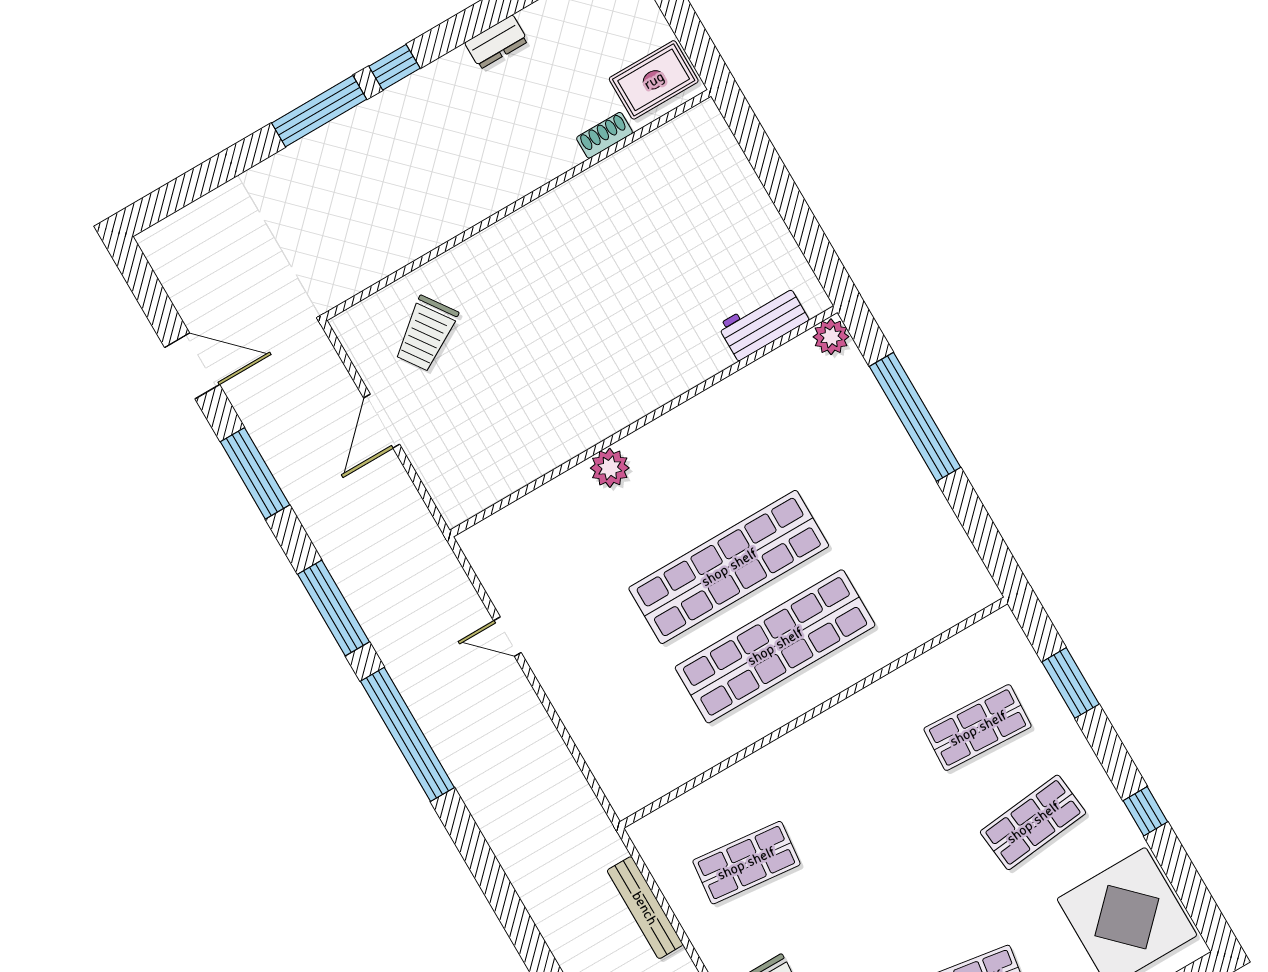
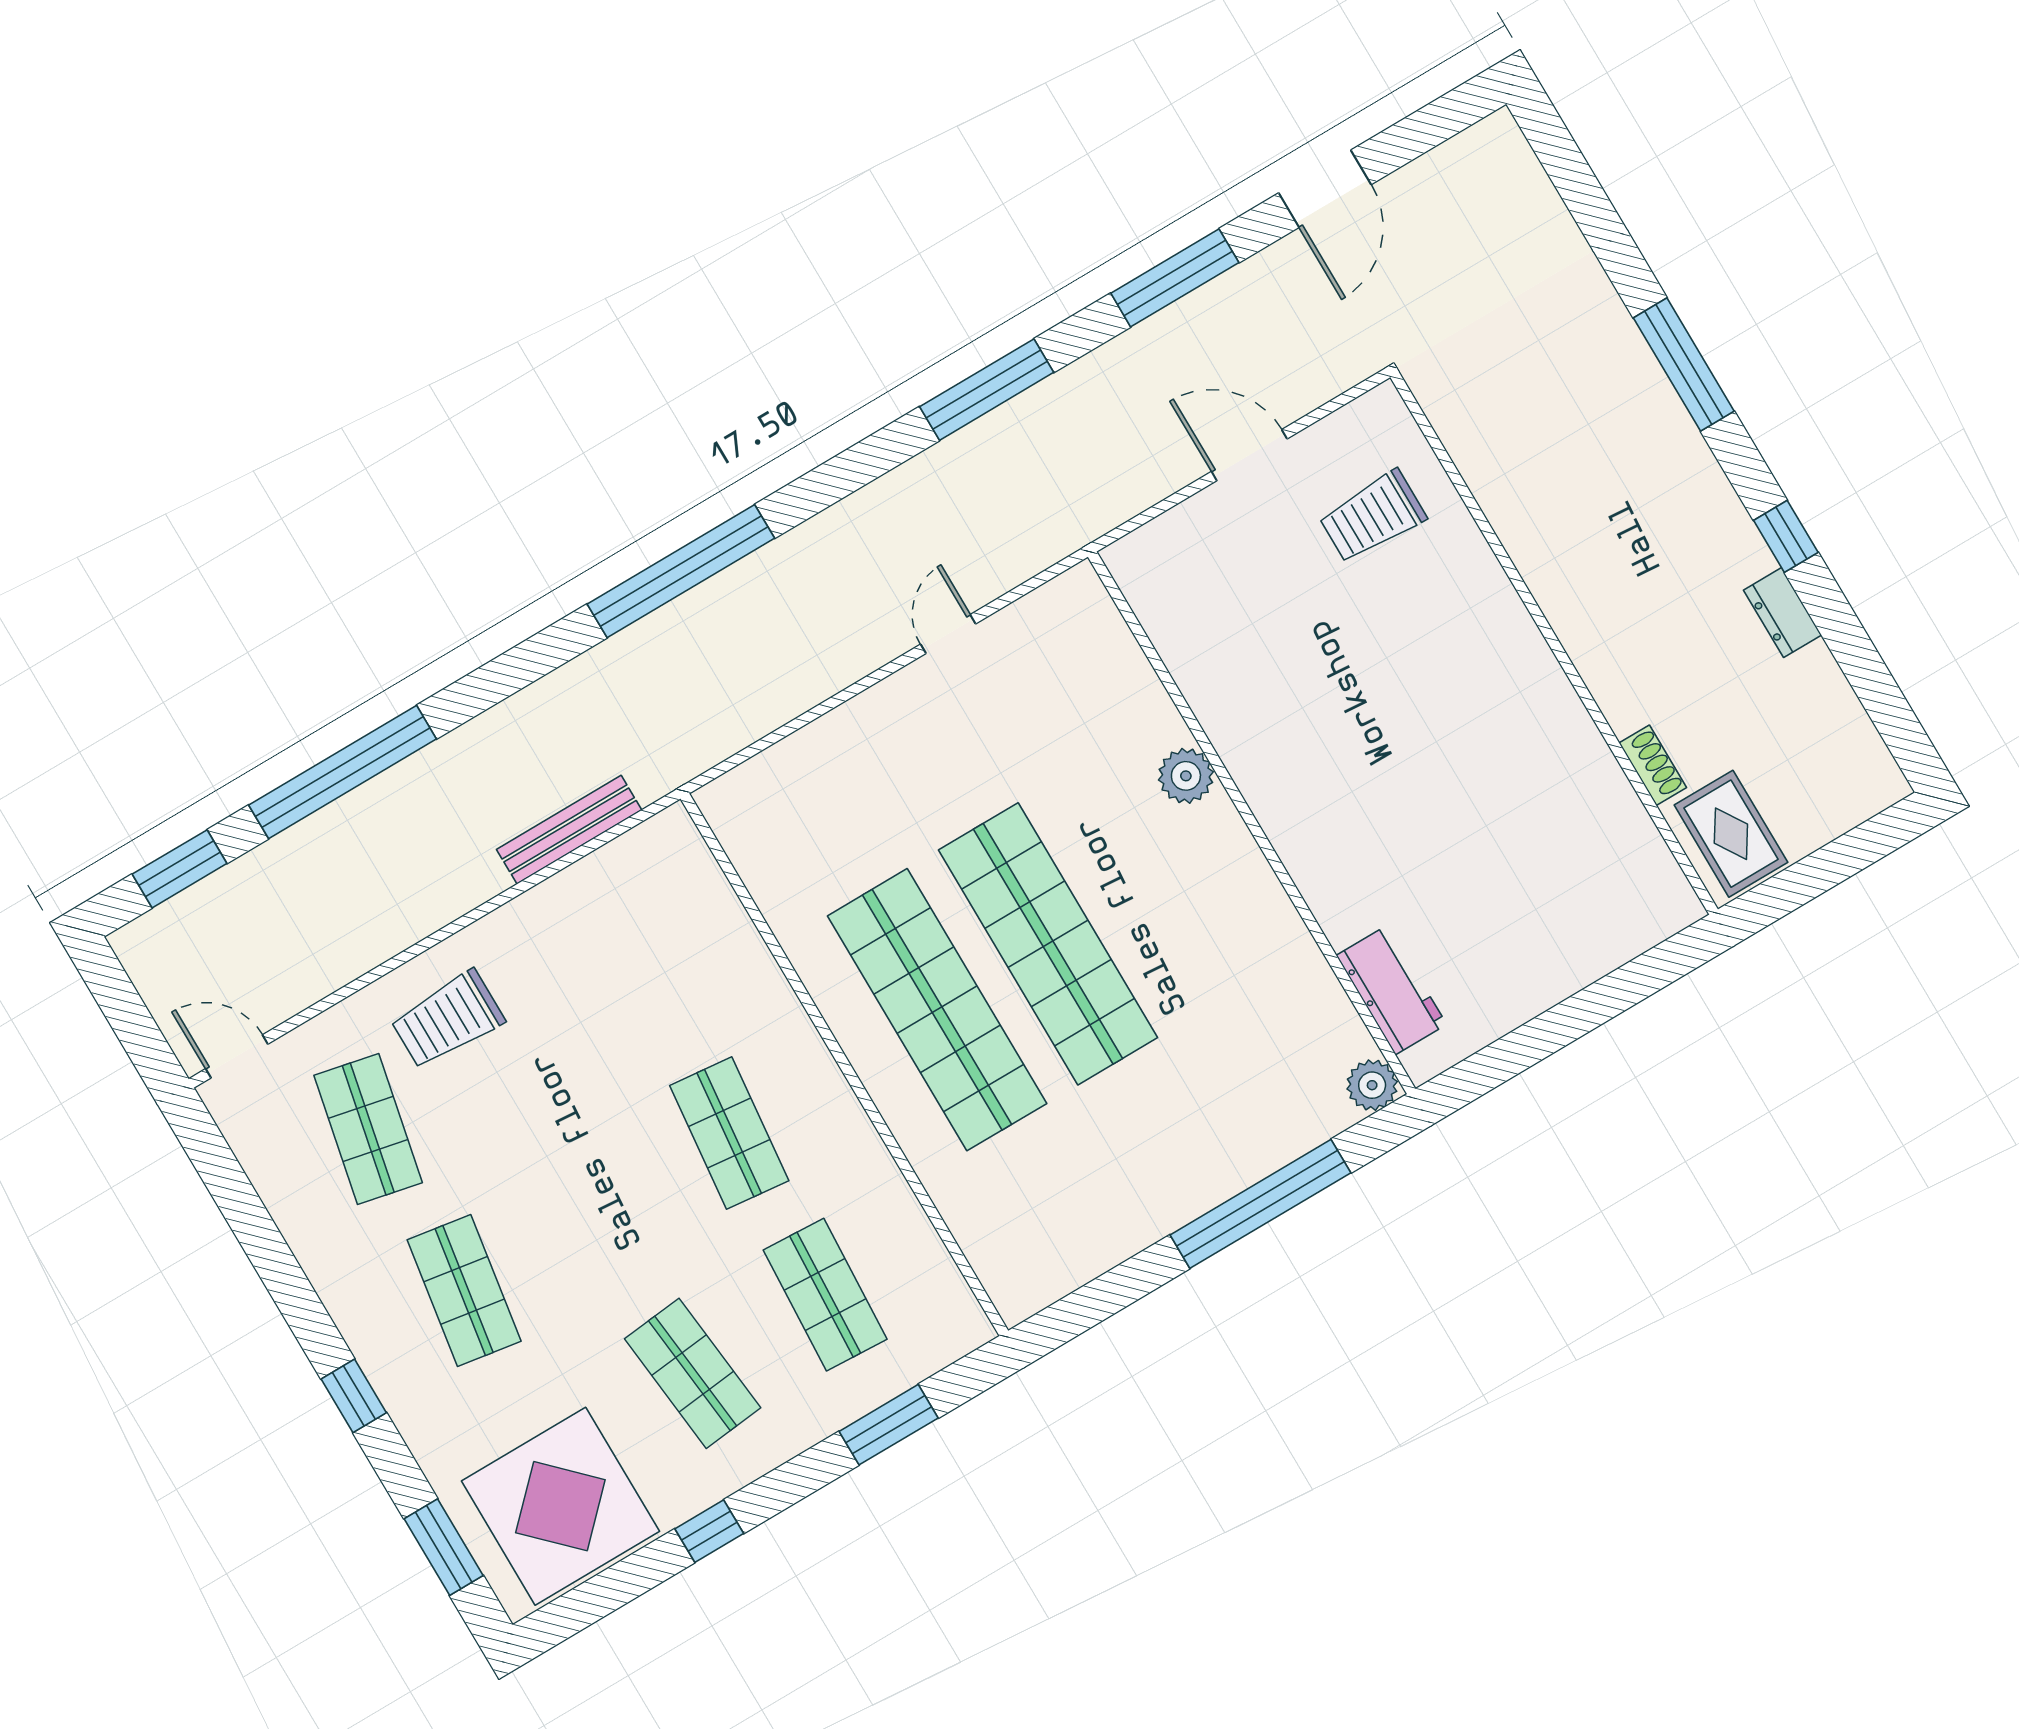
window: (394, 67) -> (1786, 536), moved
trolley: (426, 334) -> (1373, 517), turned -55
window: (407, 734) -> (681, 571), moved
shop shelf: (746, 863) -> (729, 1133), moved

